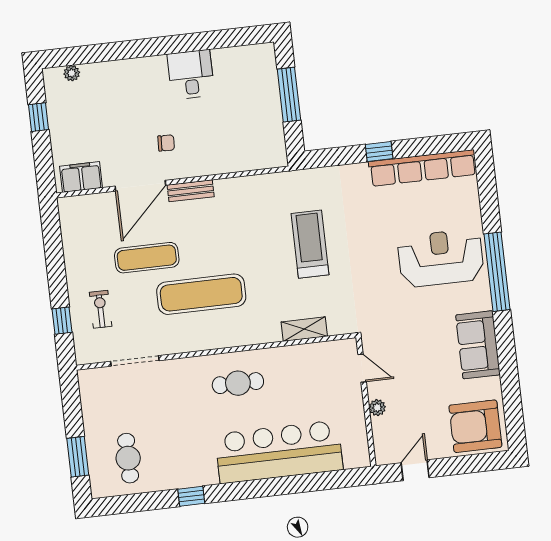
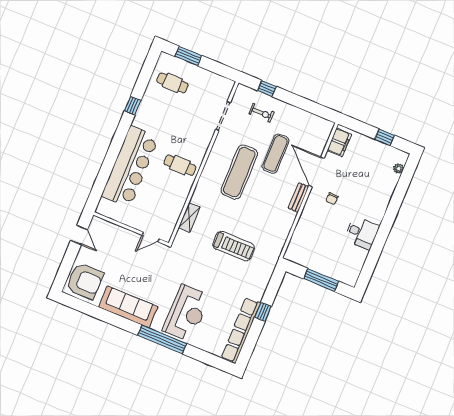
sofa: (478, 345) -> (128, 307), width x1.36
cafe table: (238, 383) -> (180, 165), turned 90
plant: (377, 408) -> (125, 233), removed
armchair: (475, 426) -> (85, 281), turned 90

